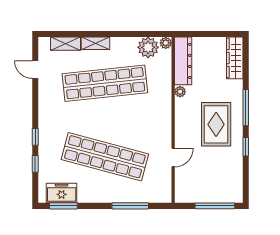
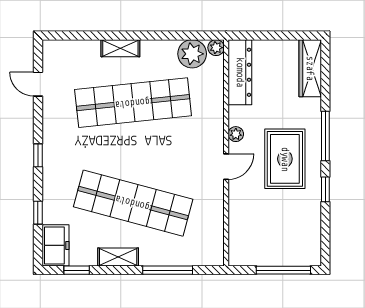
shelving: (65, 44) -> (118, 257), moved
plant: (180, 92) -> (236, 134), moved
window: (35, 137) -> (38, 155), moved
door: (173, 157) -> (226, 167), moved
freezer: (62, 193) -> (56, 245), moved, turned 90
window: (63, 206) -> (77, 270), width x0.67

